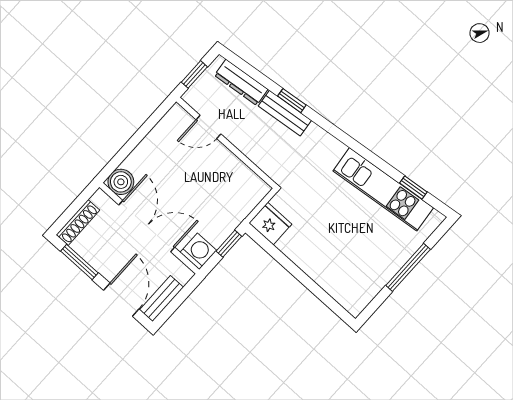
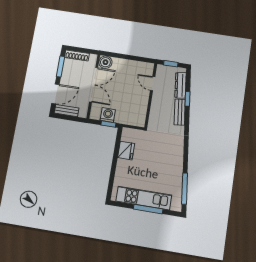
window: (292, 101) -> (188, 99), moved
window: (413, 187) -> (185, 189), width x2.17
kitchen unit: (383, 189) -> (144, 198), moved, turned 96
fridge: (270, 224) -> (126, 151), moved
washing machine: (198, 251) -> (108, 115), moved, turned -90

